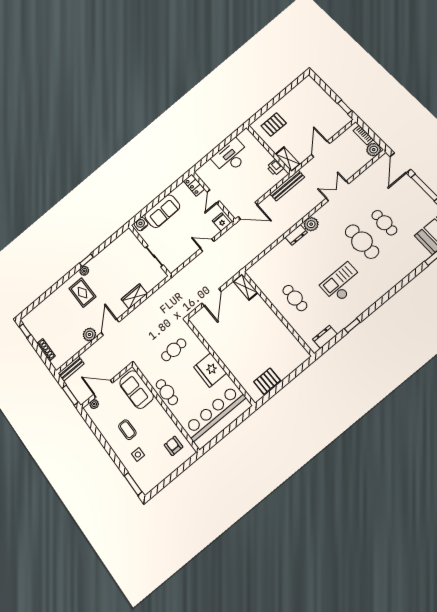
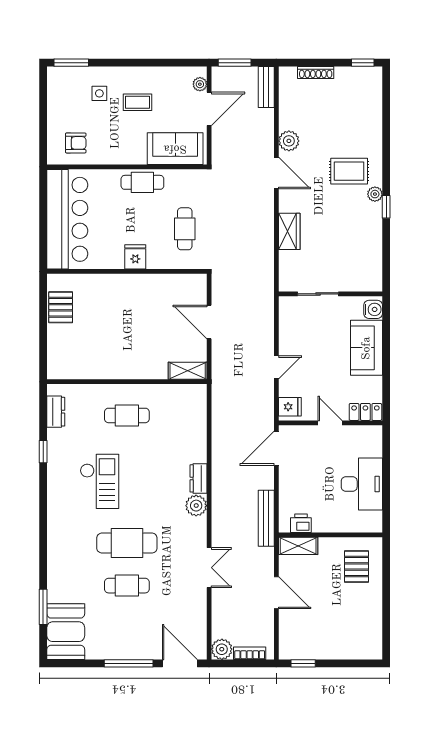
fridge: (210, 370) -> (135, 257), width x0.53, depth x0.75

